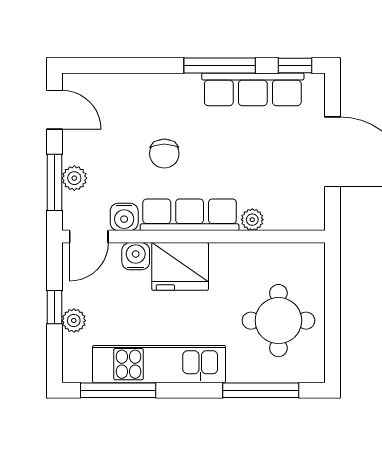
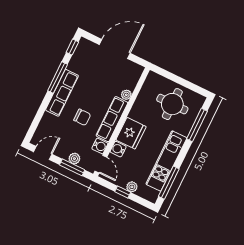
row of seats: (253, 89) -> (62, 93), moved

